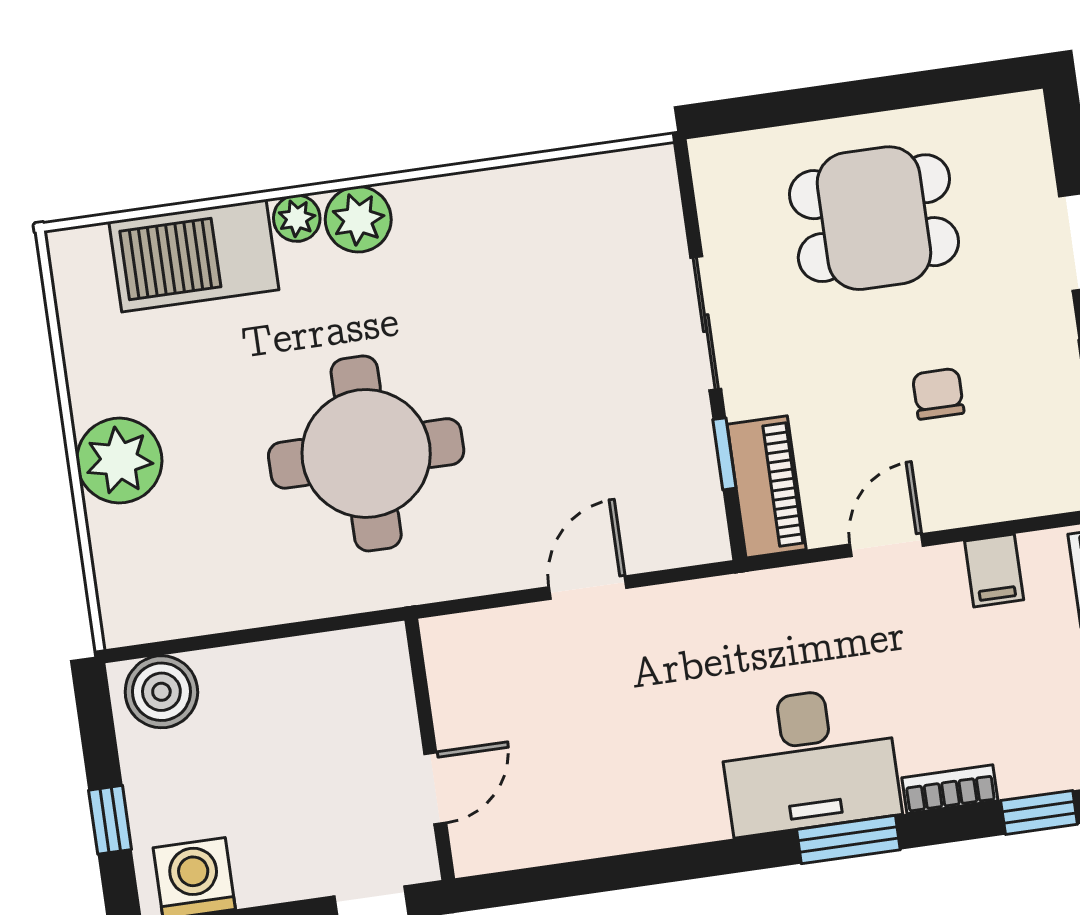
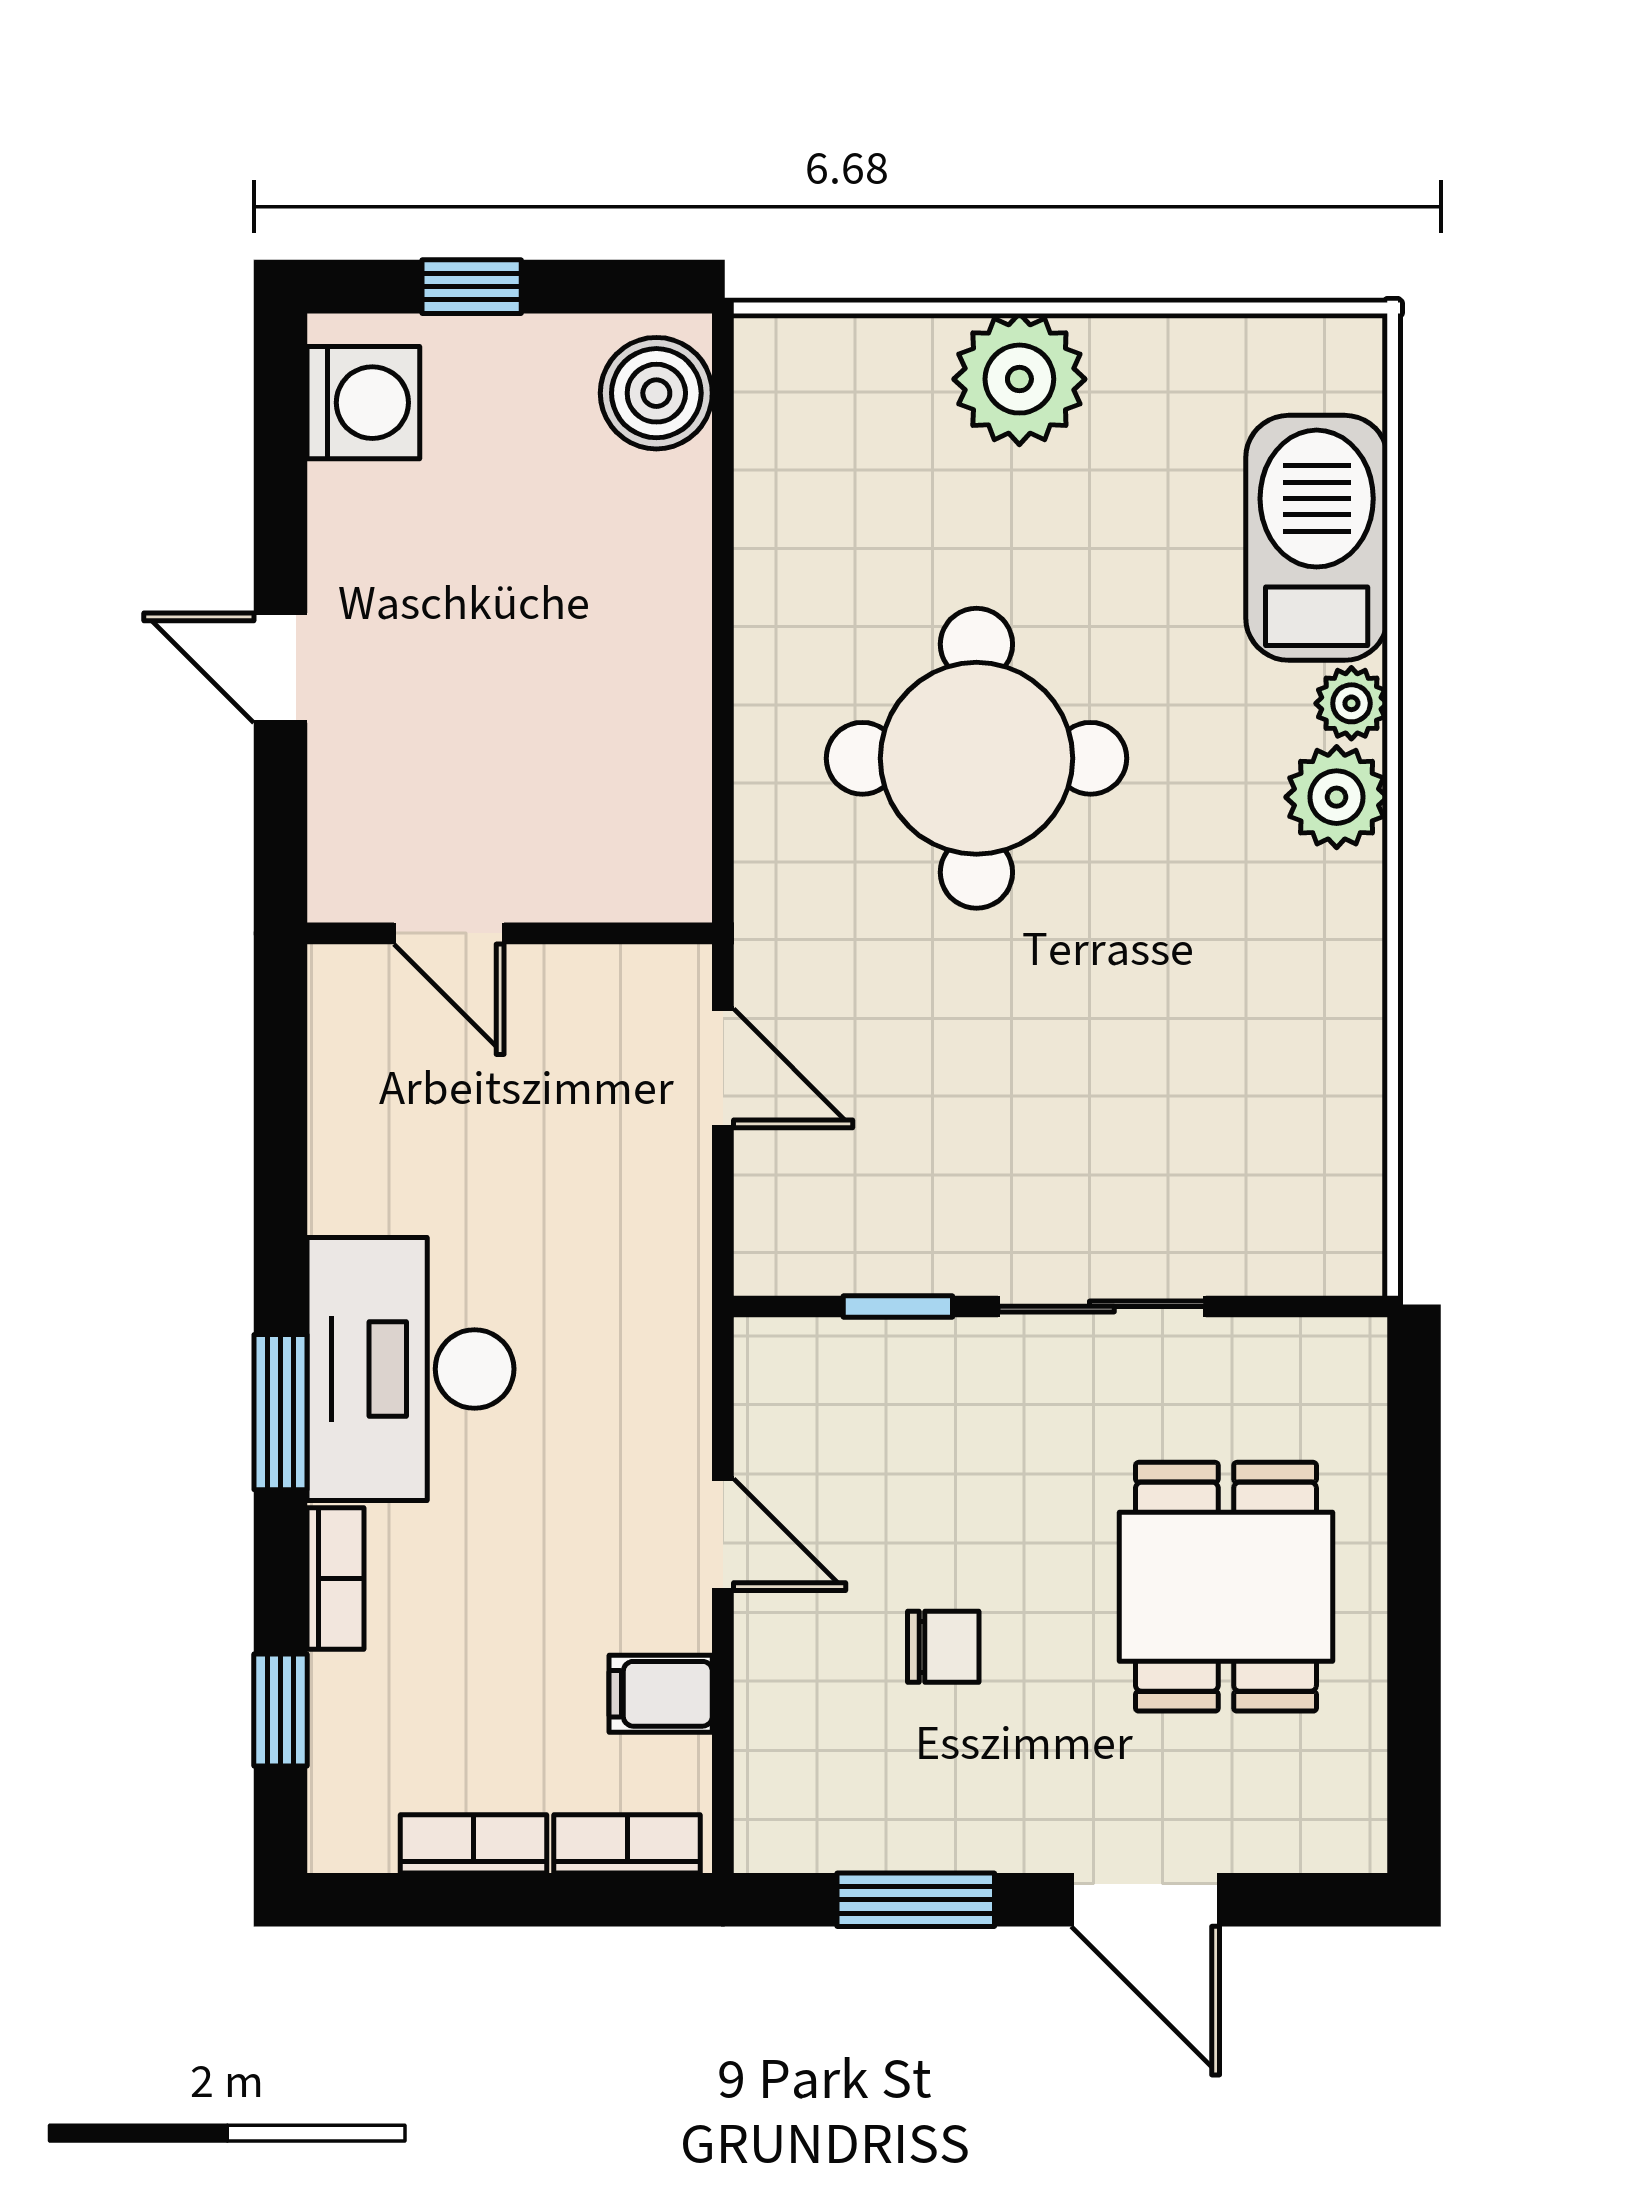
piano: (767, 487) -> (838, 1364), removed
wall: (430, 749) -> (510, 933), moved
door: (435, 788) -> (449, 933), moved

